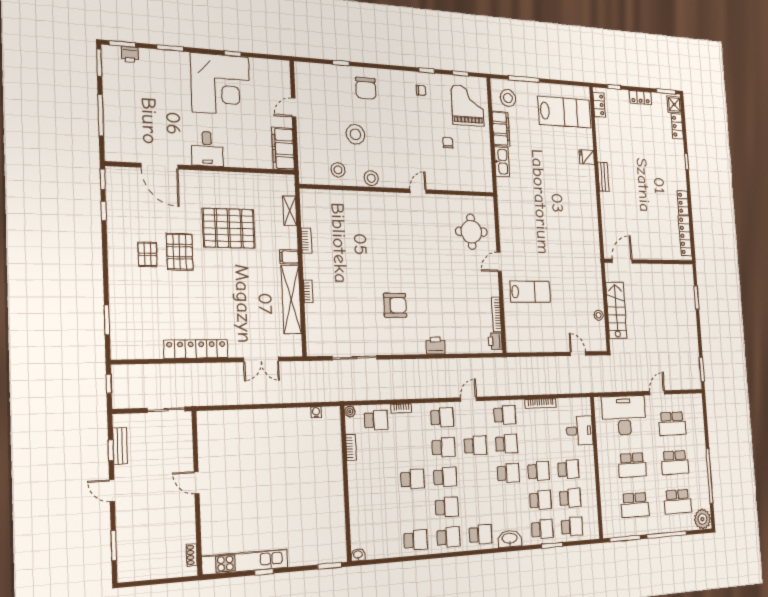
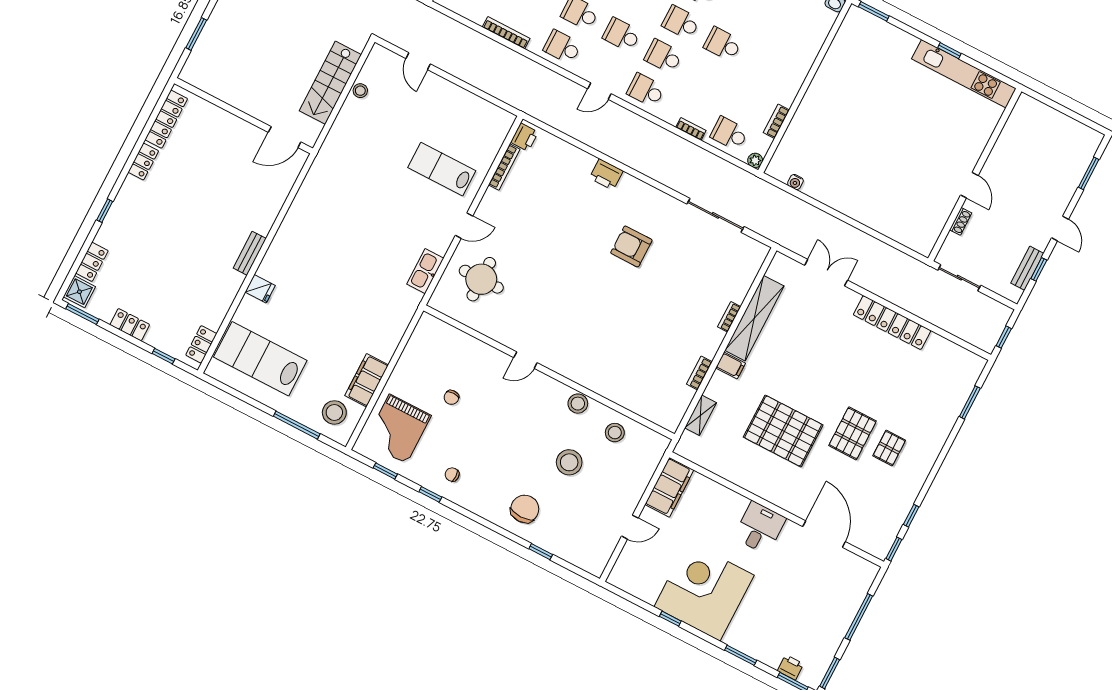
kitchen sink: (502, 162) -> (425, 271), moved
shoe rack: (192, 555) -> (961, 221), moved

